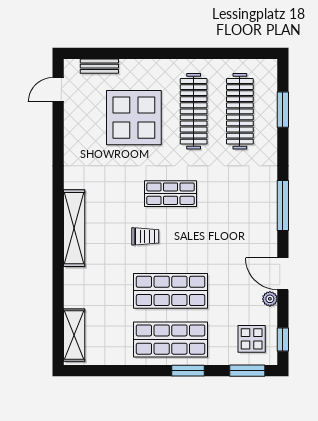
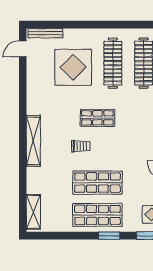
bench: (99, 66) -> (46, 33), width x1.36

